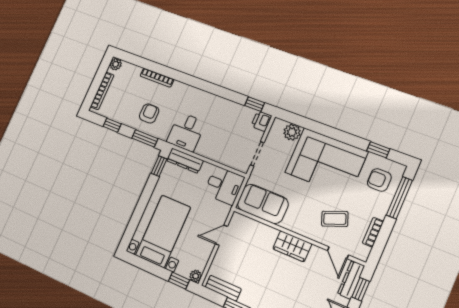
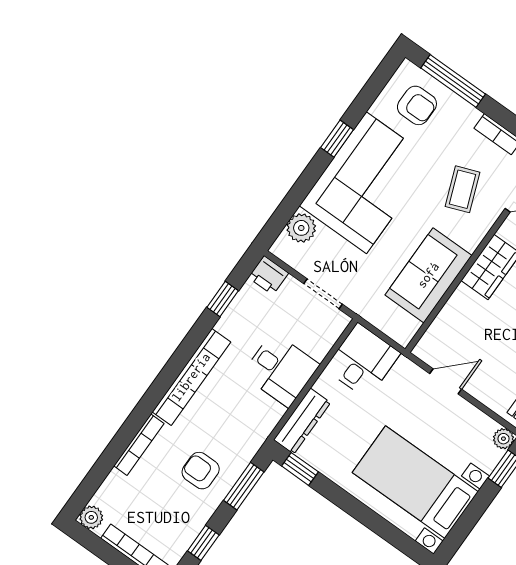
bookcase: (198, 95) -> (191, 377), added
window: (255, 104) -> (223, 299), moved
desk: (186, 132) -> (281, 370), moved
window: (378, 150) -> (337, 139), moved
armchair: (379, 180) -> (417, 105), turned -90
sofa: (263, 204) -> (428, 275), moved
door: (221, 235) -> (446, 381), swing flipped

